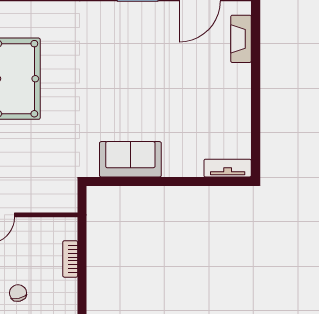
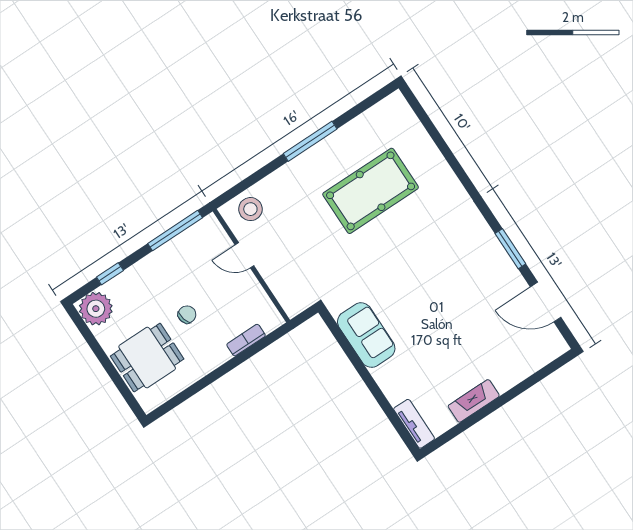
fireplace: (241, 39) -> (474, 401), moved

